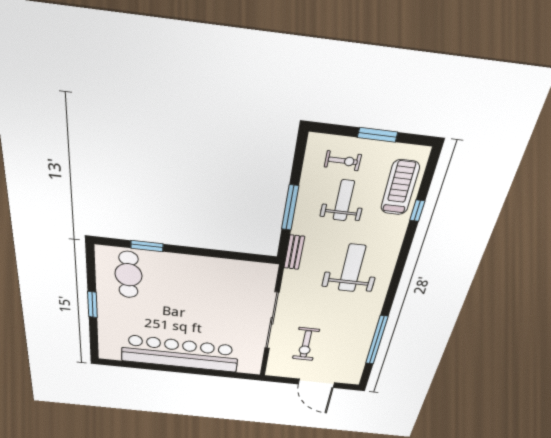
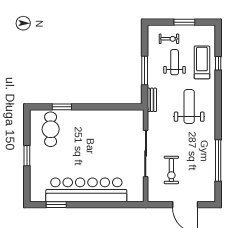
treadmill: (400, 188) -> (202, 62), moved
window: (136, 365) -> (56, 205), added

